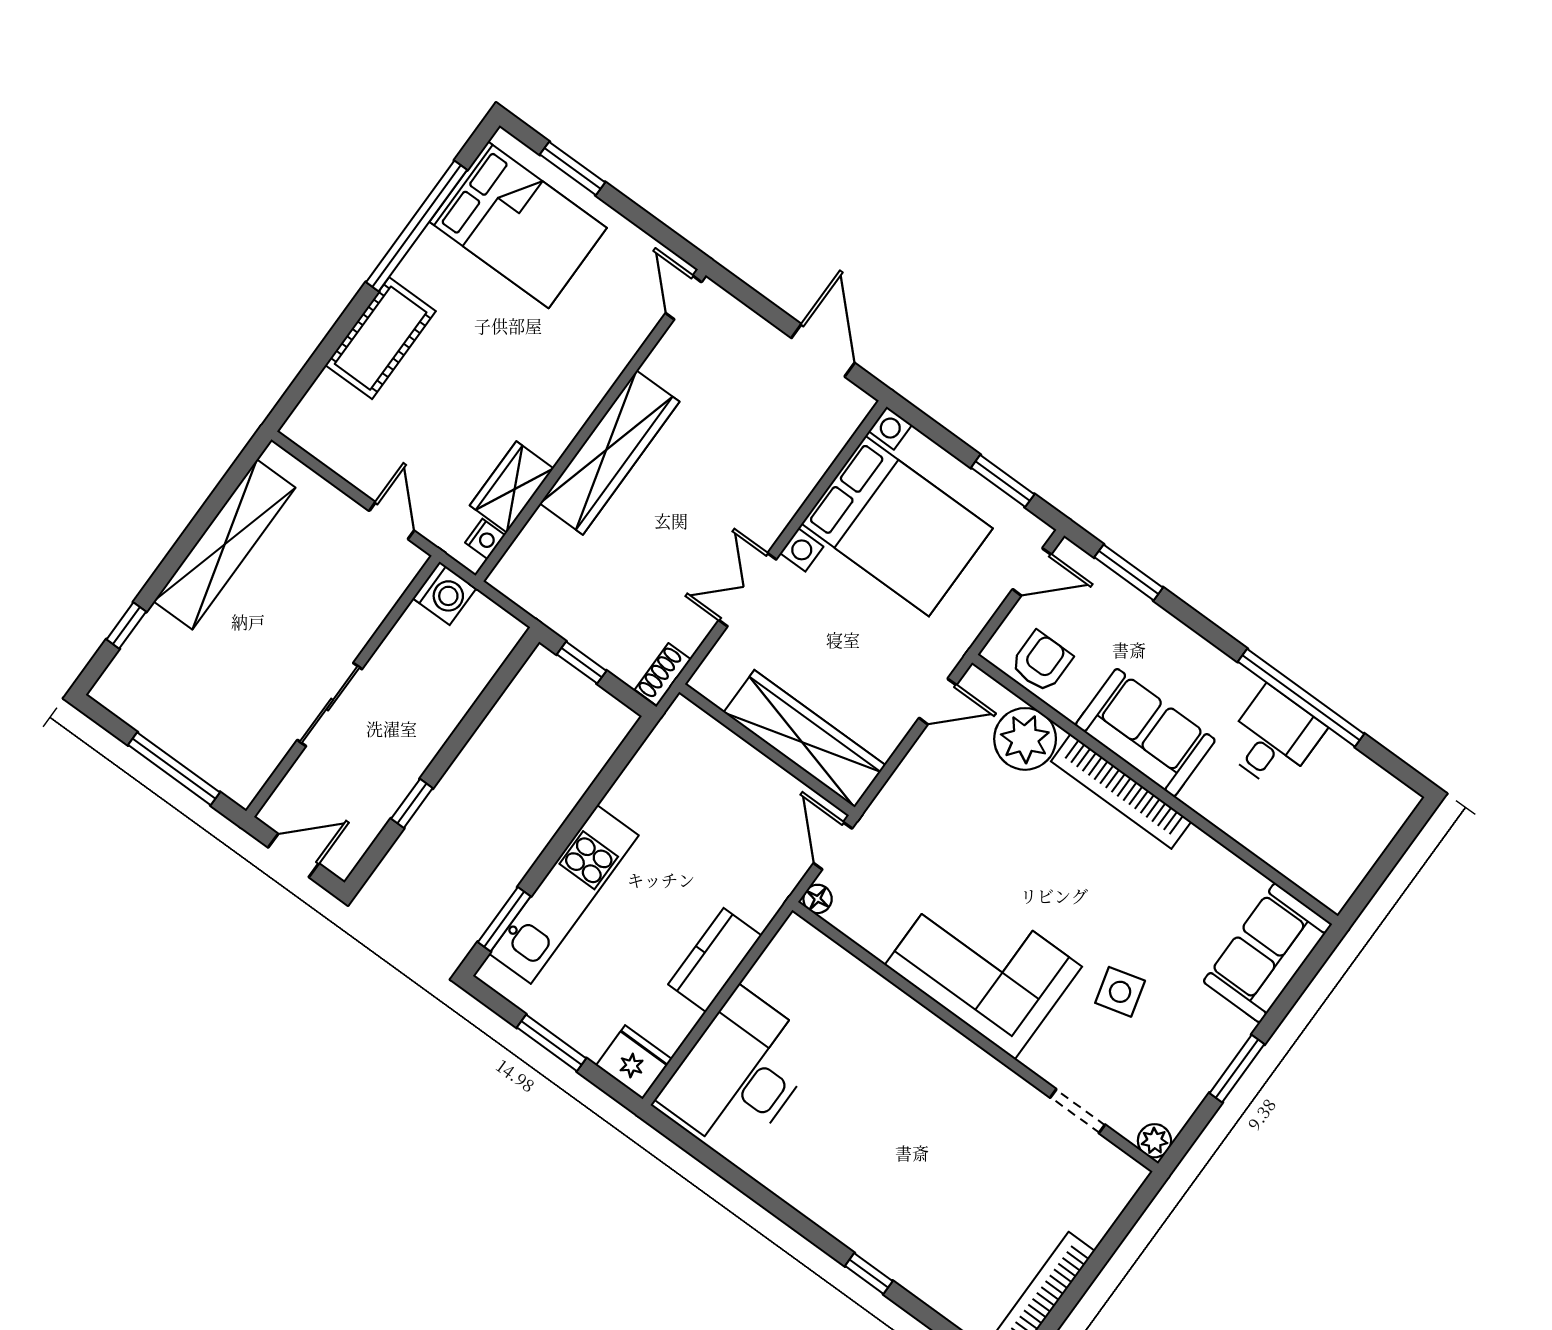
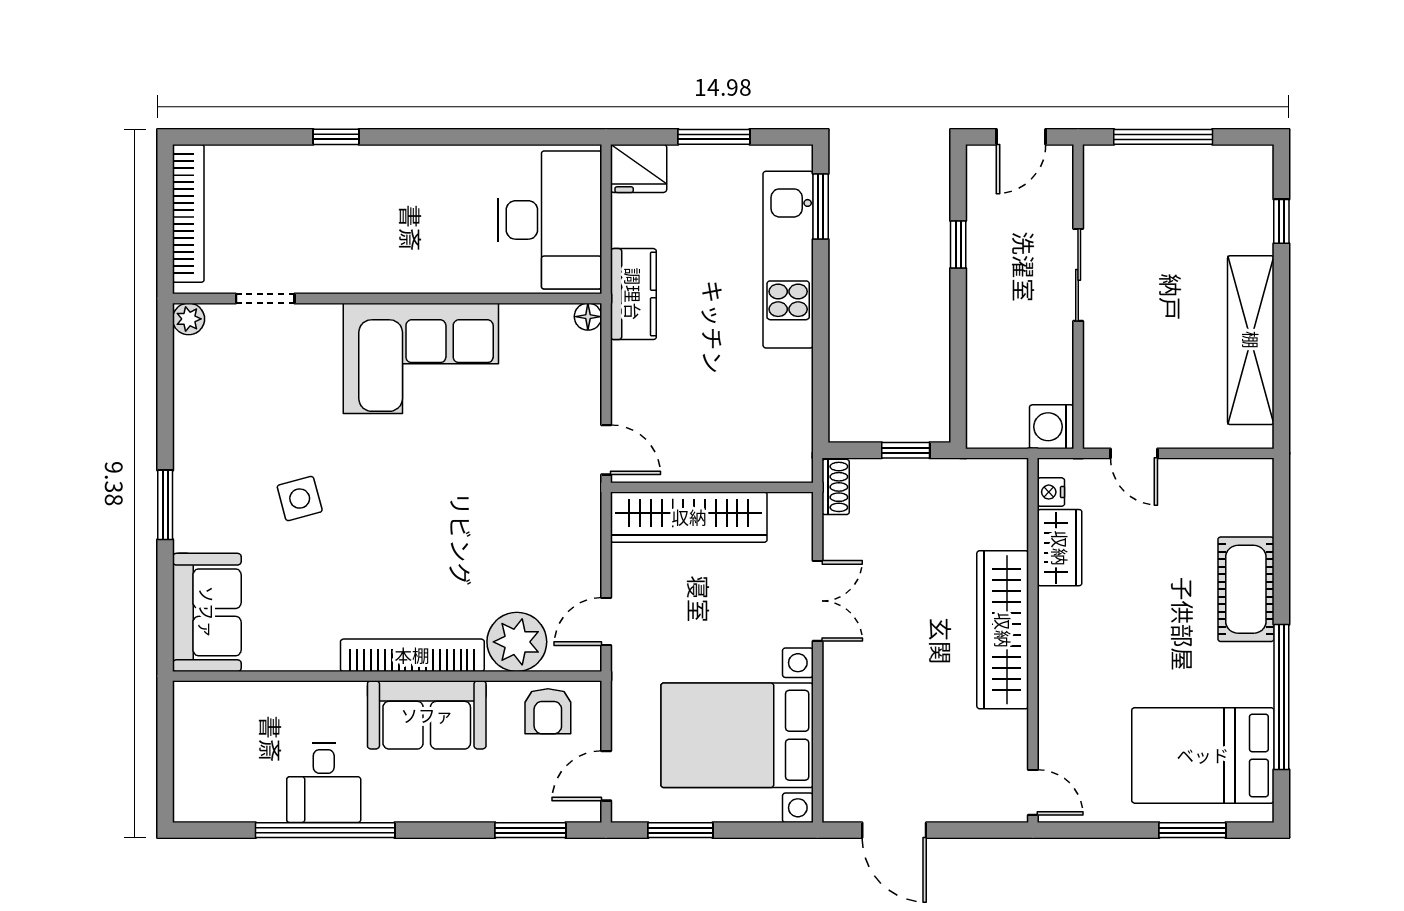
floor lamp: (818, 899) -> (588, 317), moved
corner sofa: (983, 966) -> (421, 358), moved
wall: (975, 1037) -> (387, 298), moved
doorway: (1078, 1111) -> (265, 298), moved
plant: (1154, 1141) -> (189, 319), moved

